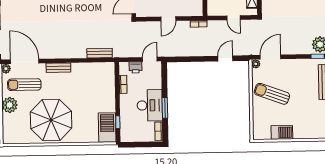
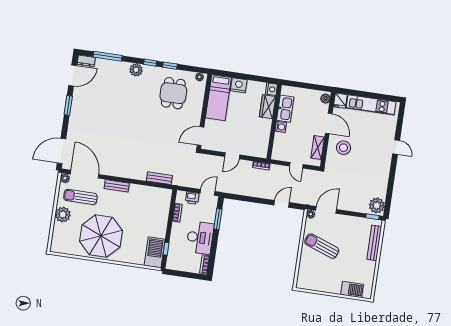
window: (165, 108) -> (218, 219), moved
barbecue: (282, 132) -> (352, 289), moved

